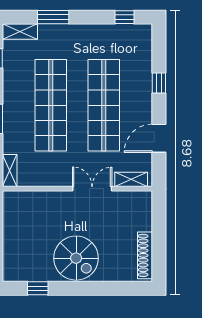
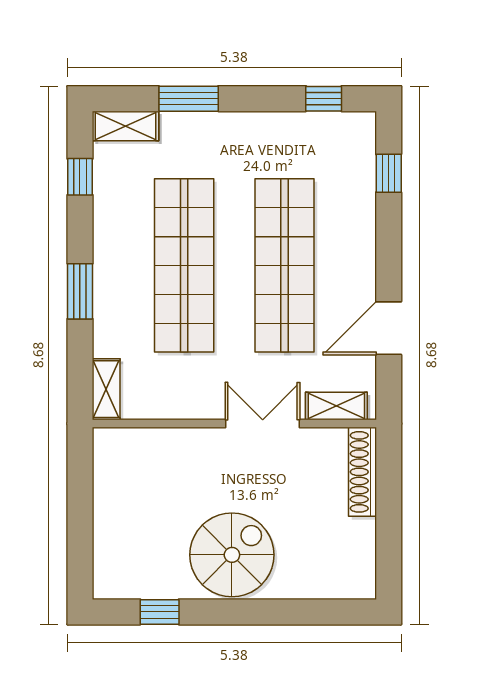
window: (159, 83) -> (389, 173), moved
shoe rack: (145, 255) -> (362, 472), moved
spiral stairs: (76, 258) -> (232, 555), turned -90

